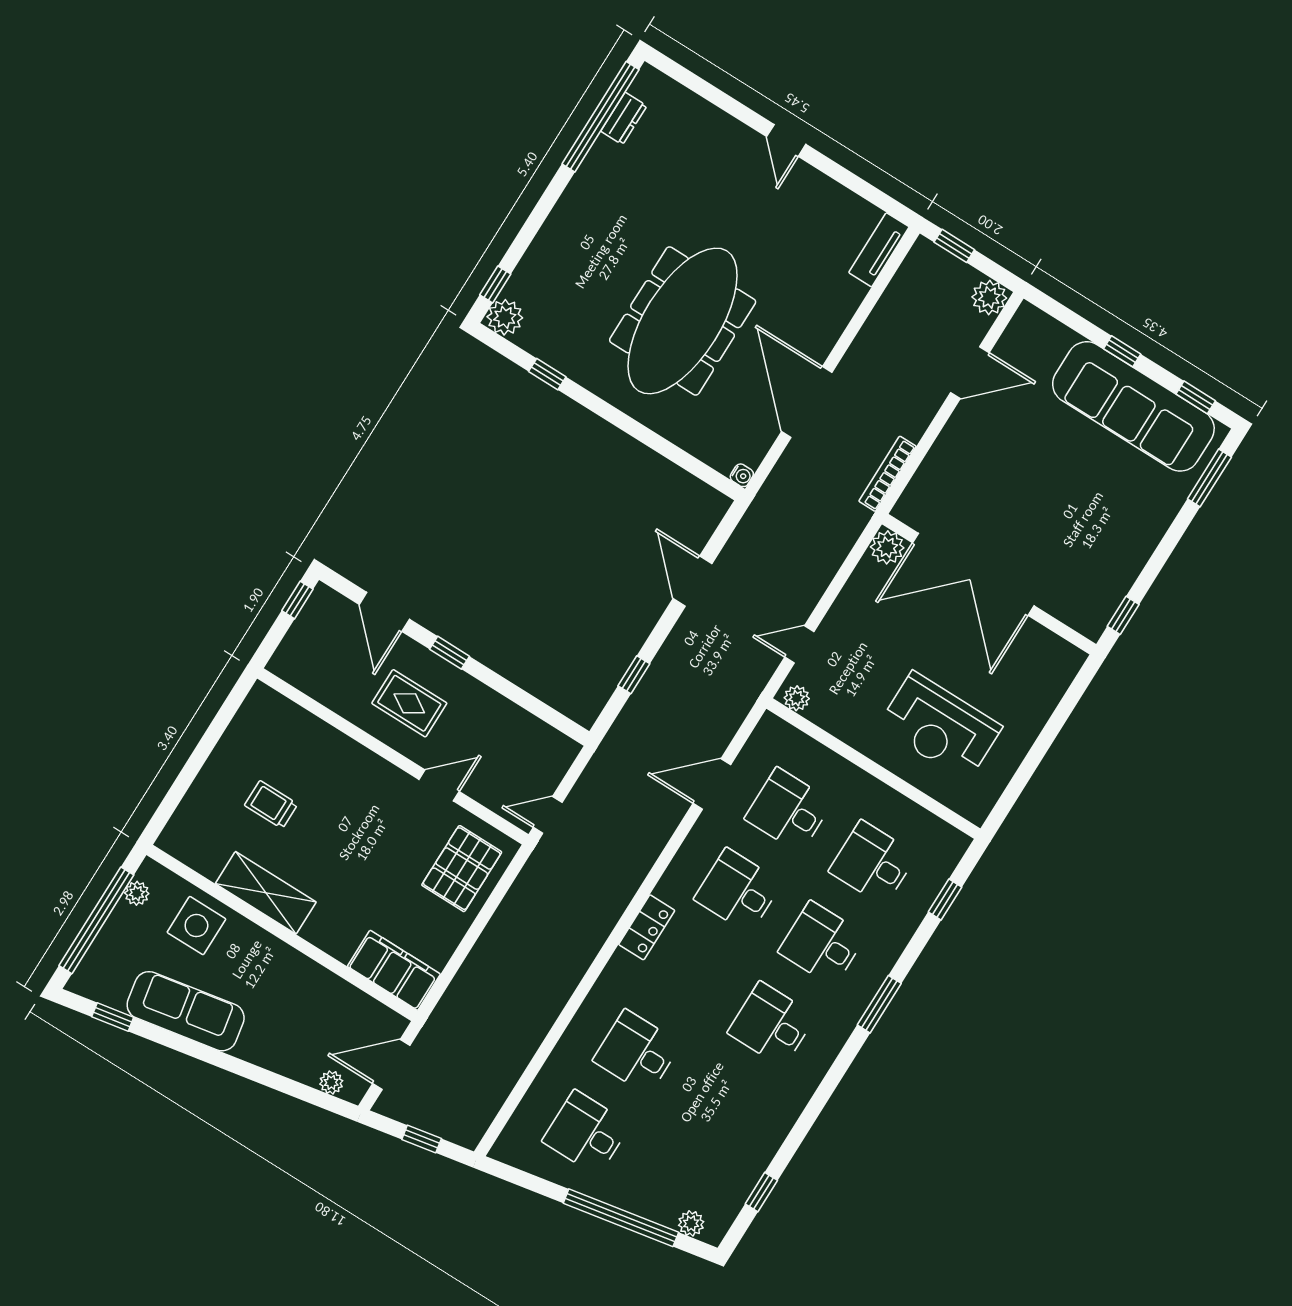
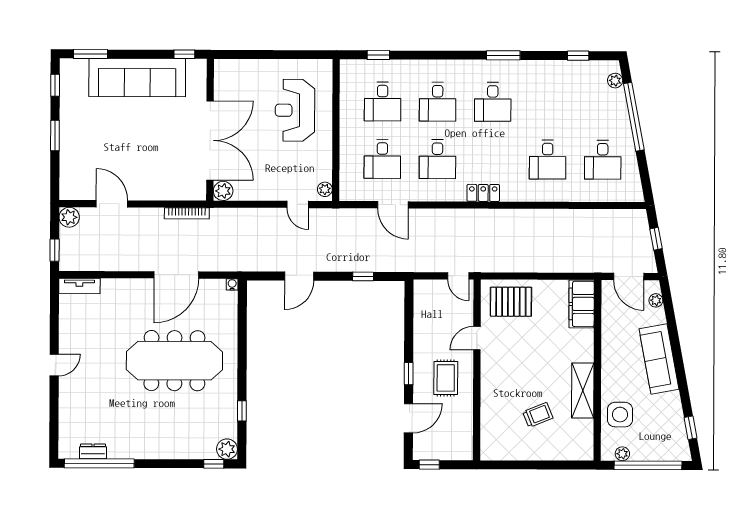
window: (1122, 351) -> (55, 135), width x1.50
sofa: (1133, 406) -> (137, 78), moved, turned 90
reception desk: (940, 727) -> (295, 110), turned 180
door: (439, 785) -> (477, 338), hinge flipped
trolley: (271, 805) -> (538, 415), turned -112
window: (879, 1004) -> (503, 55), moved
sofa: (186, 1011) -> (659, 359), moved

